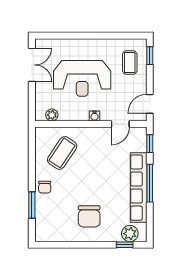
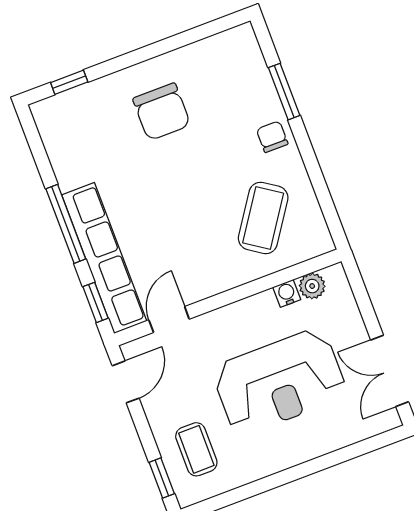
reception desk: (82, 78) -> (279, 382), turned 180
water cooler: (95, 116) -> (287, 293), moved
row of seats: (139, 188) -> (104, 258), moved
chair: (89, 216) -> (162, 112), turned 180
plant: (130, 234) -> (67, 108), removed

